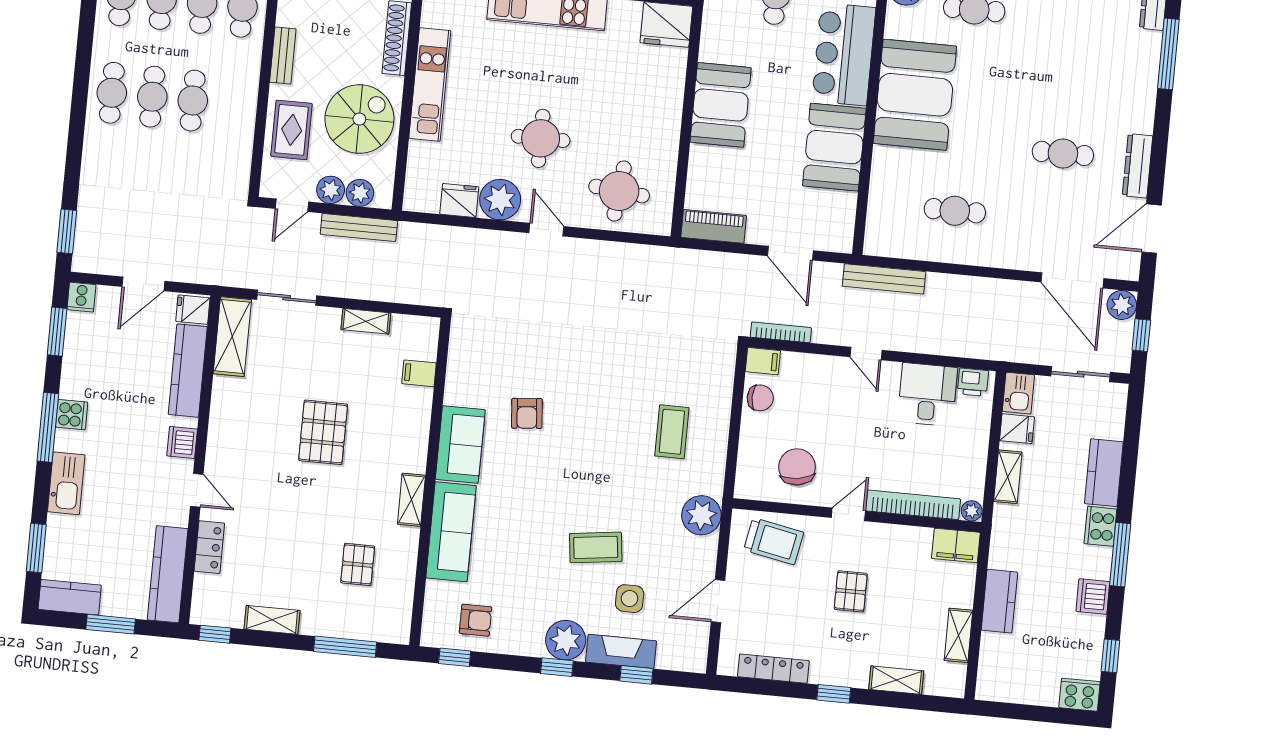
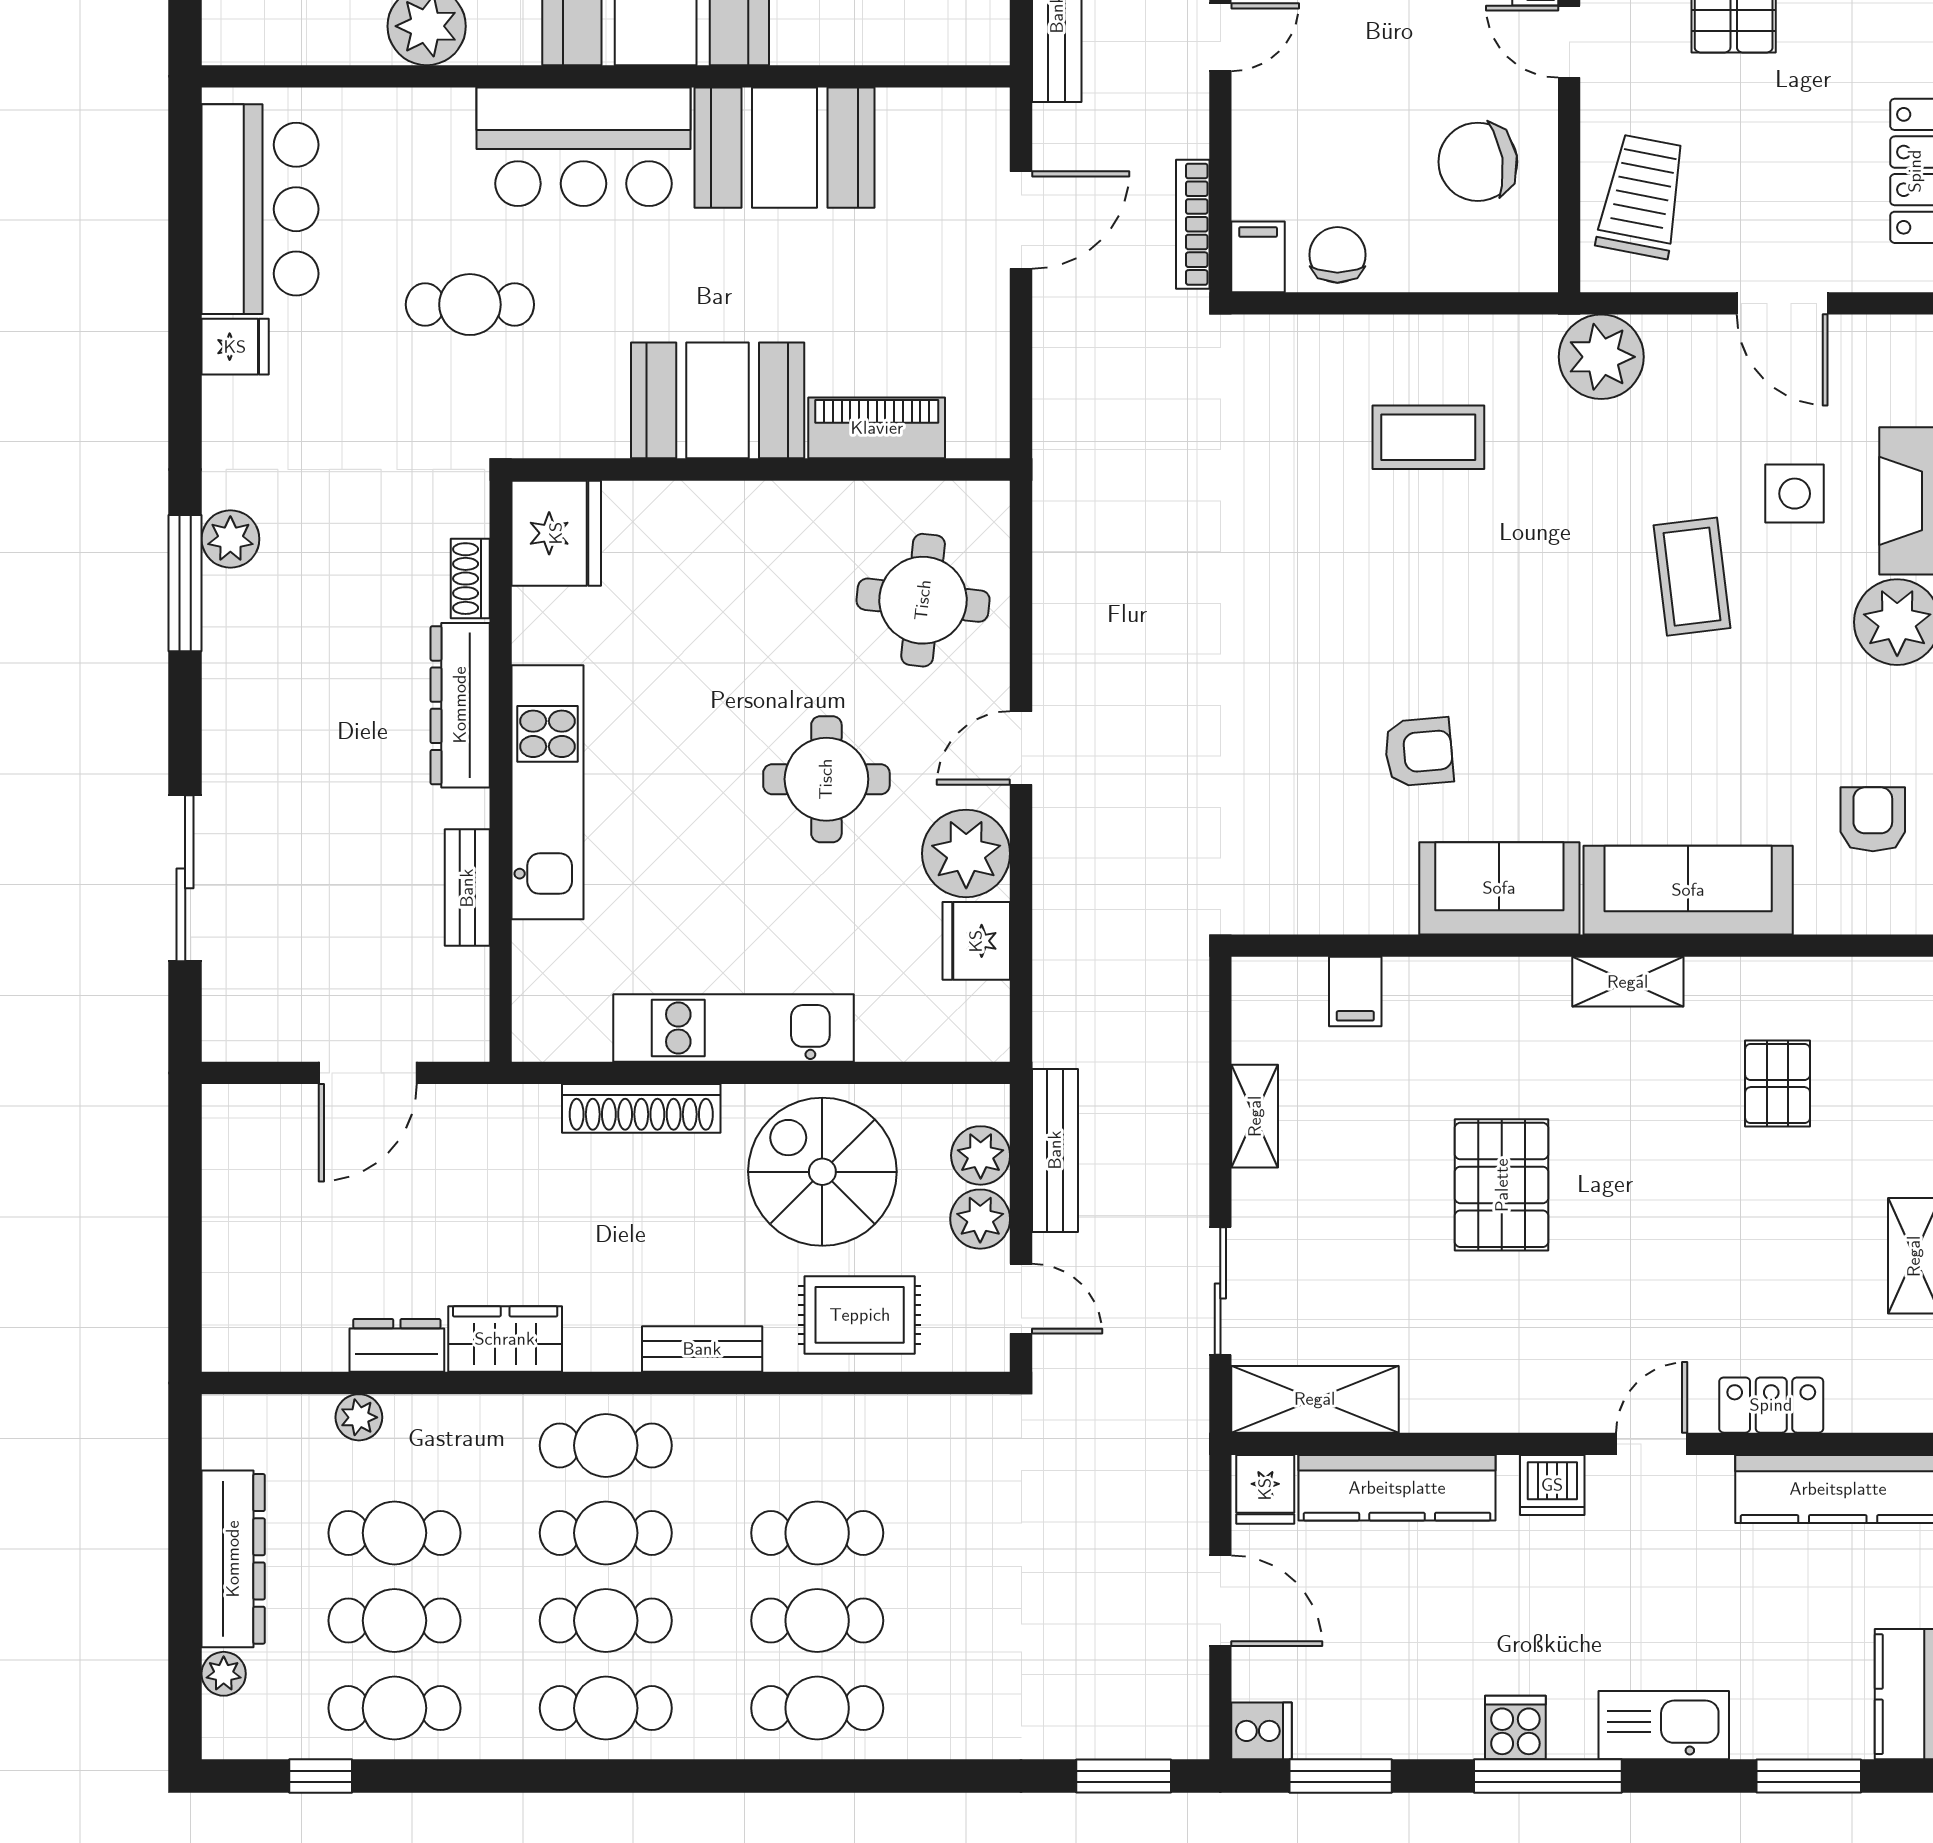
piano: (714, 226) -> (877, 428), moved, turned 90
pallet: (323, 432) -> (1502, 1185), turned 90
pallet: (358, 564) -> (1778, 1084), turned 90

